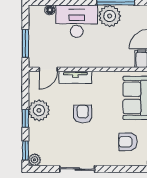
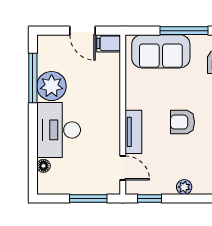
plant: (39, 110) -> (184, 187), width x0.53, depth x0.53
window: (25, 118) -> (150, 199), moved

